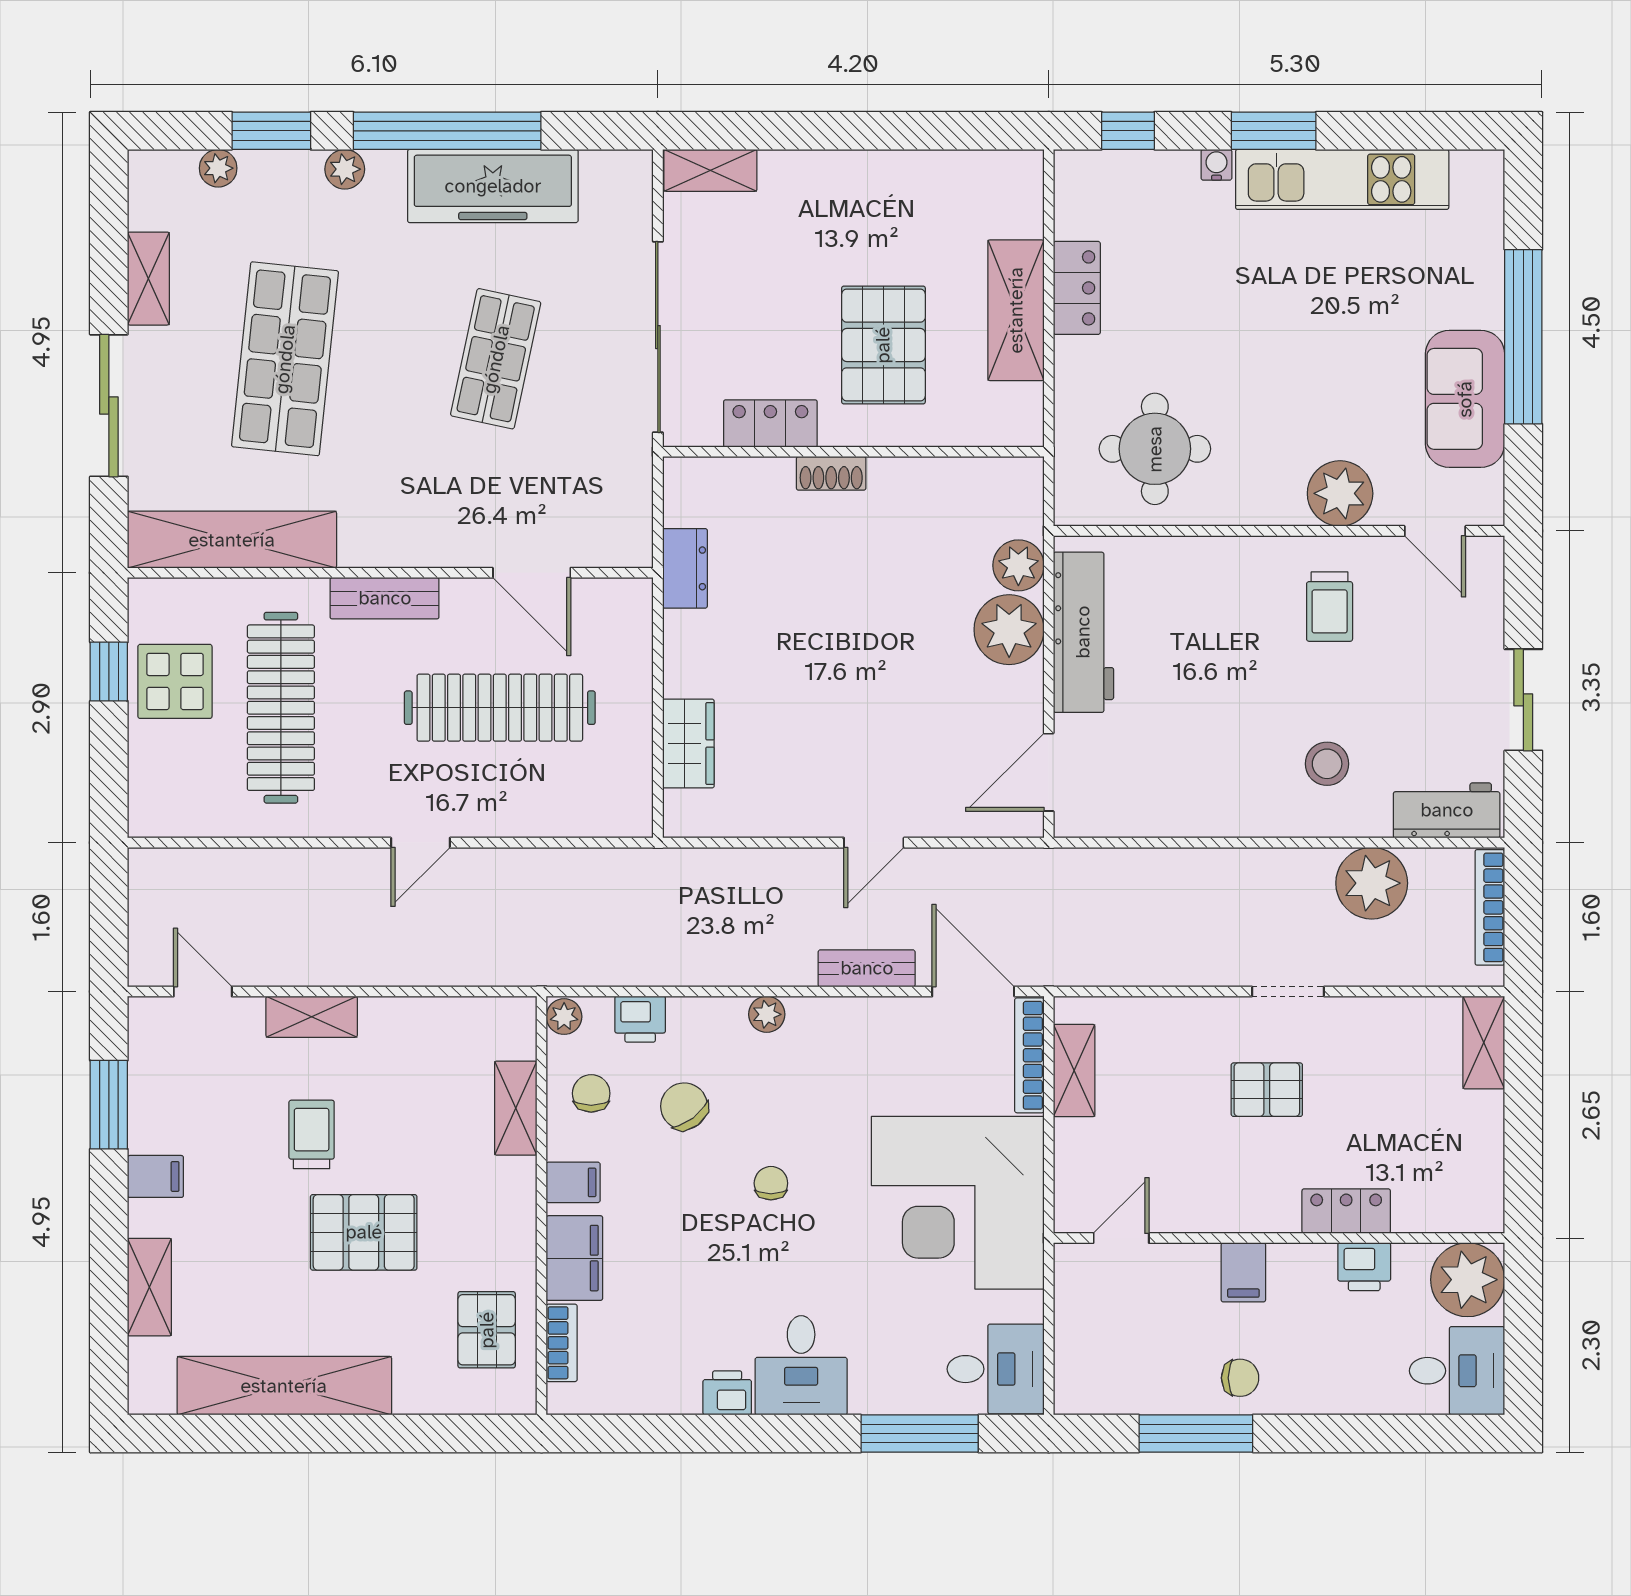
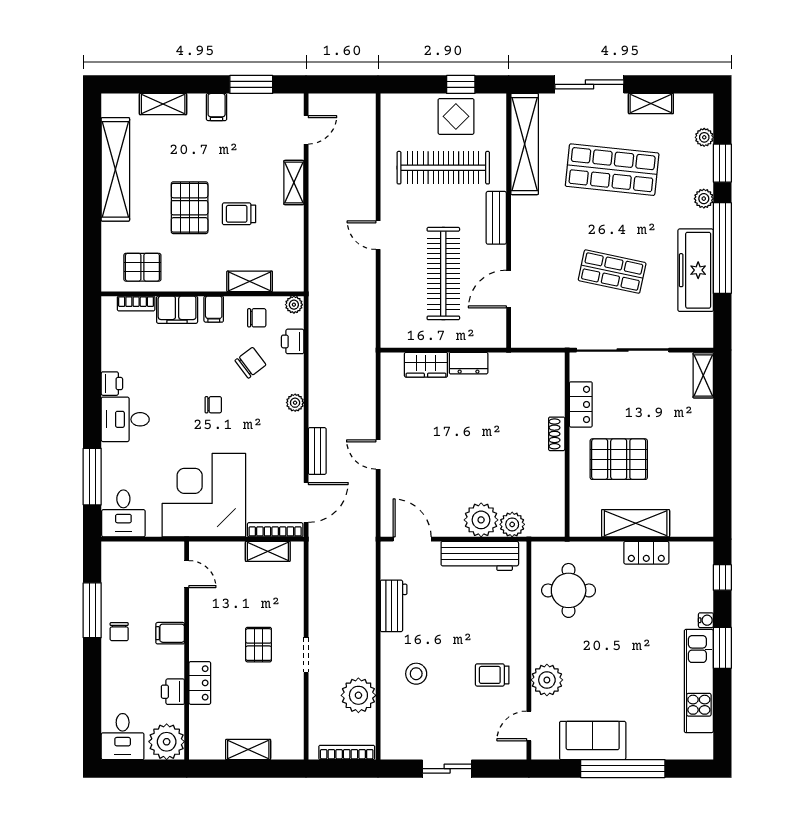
dresser: (685, 568) -> (469, 363), moved
workbench: (1447, 810) -> (394, 606), moved
shelving: (1484, 1043) -> (248, 750), moved
trolley: (312, 1134) -> (239, 214), moved, turned 180

